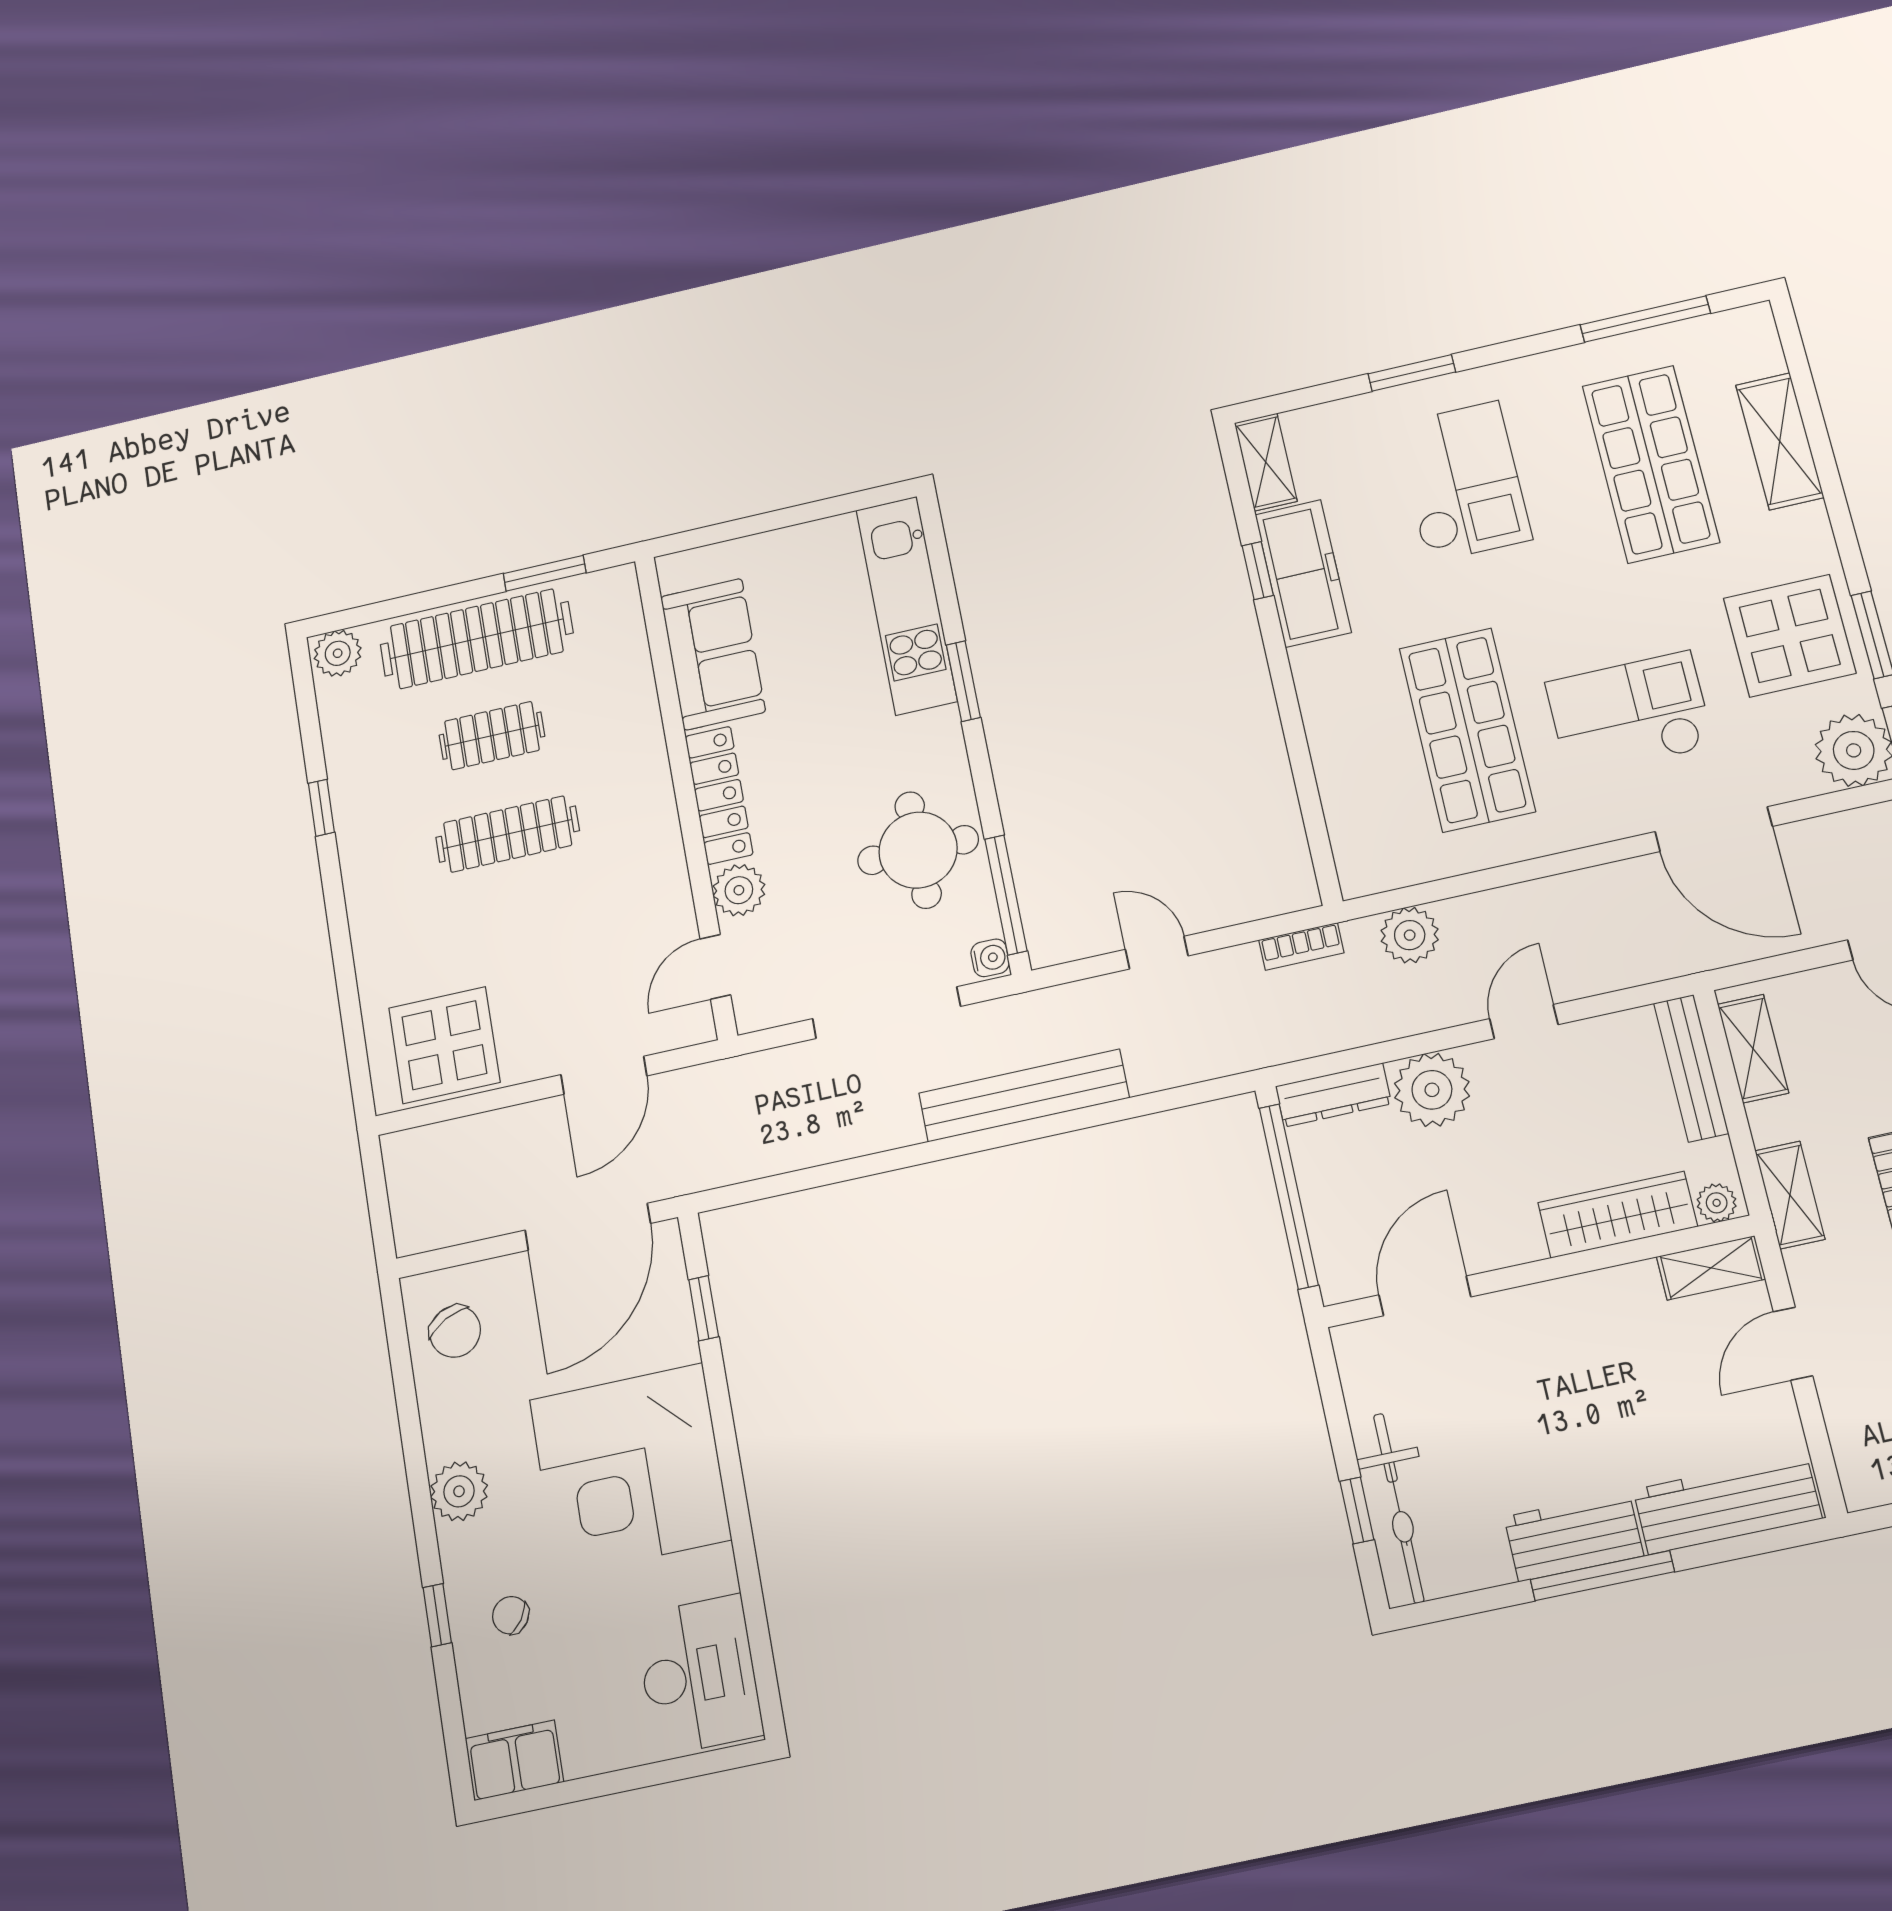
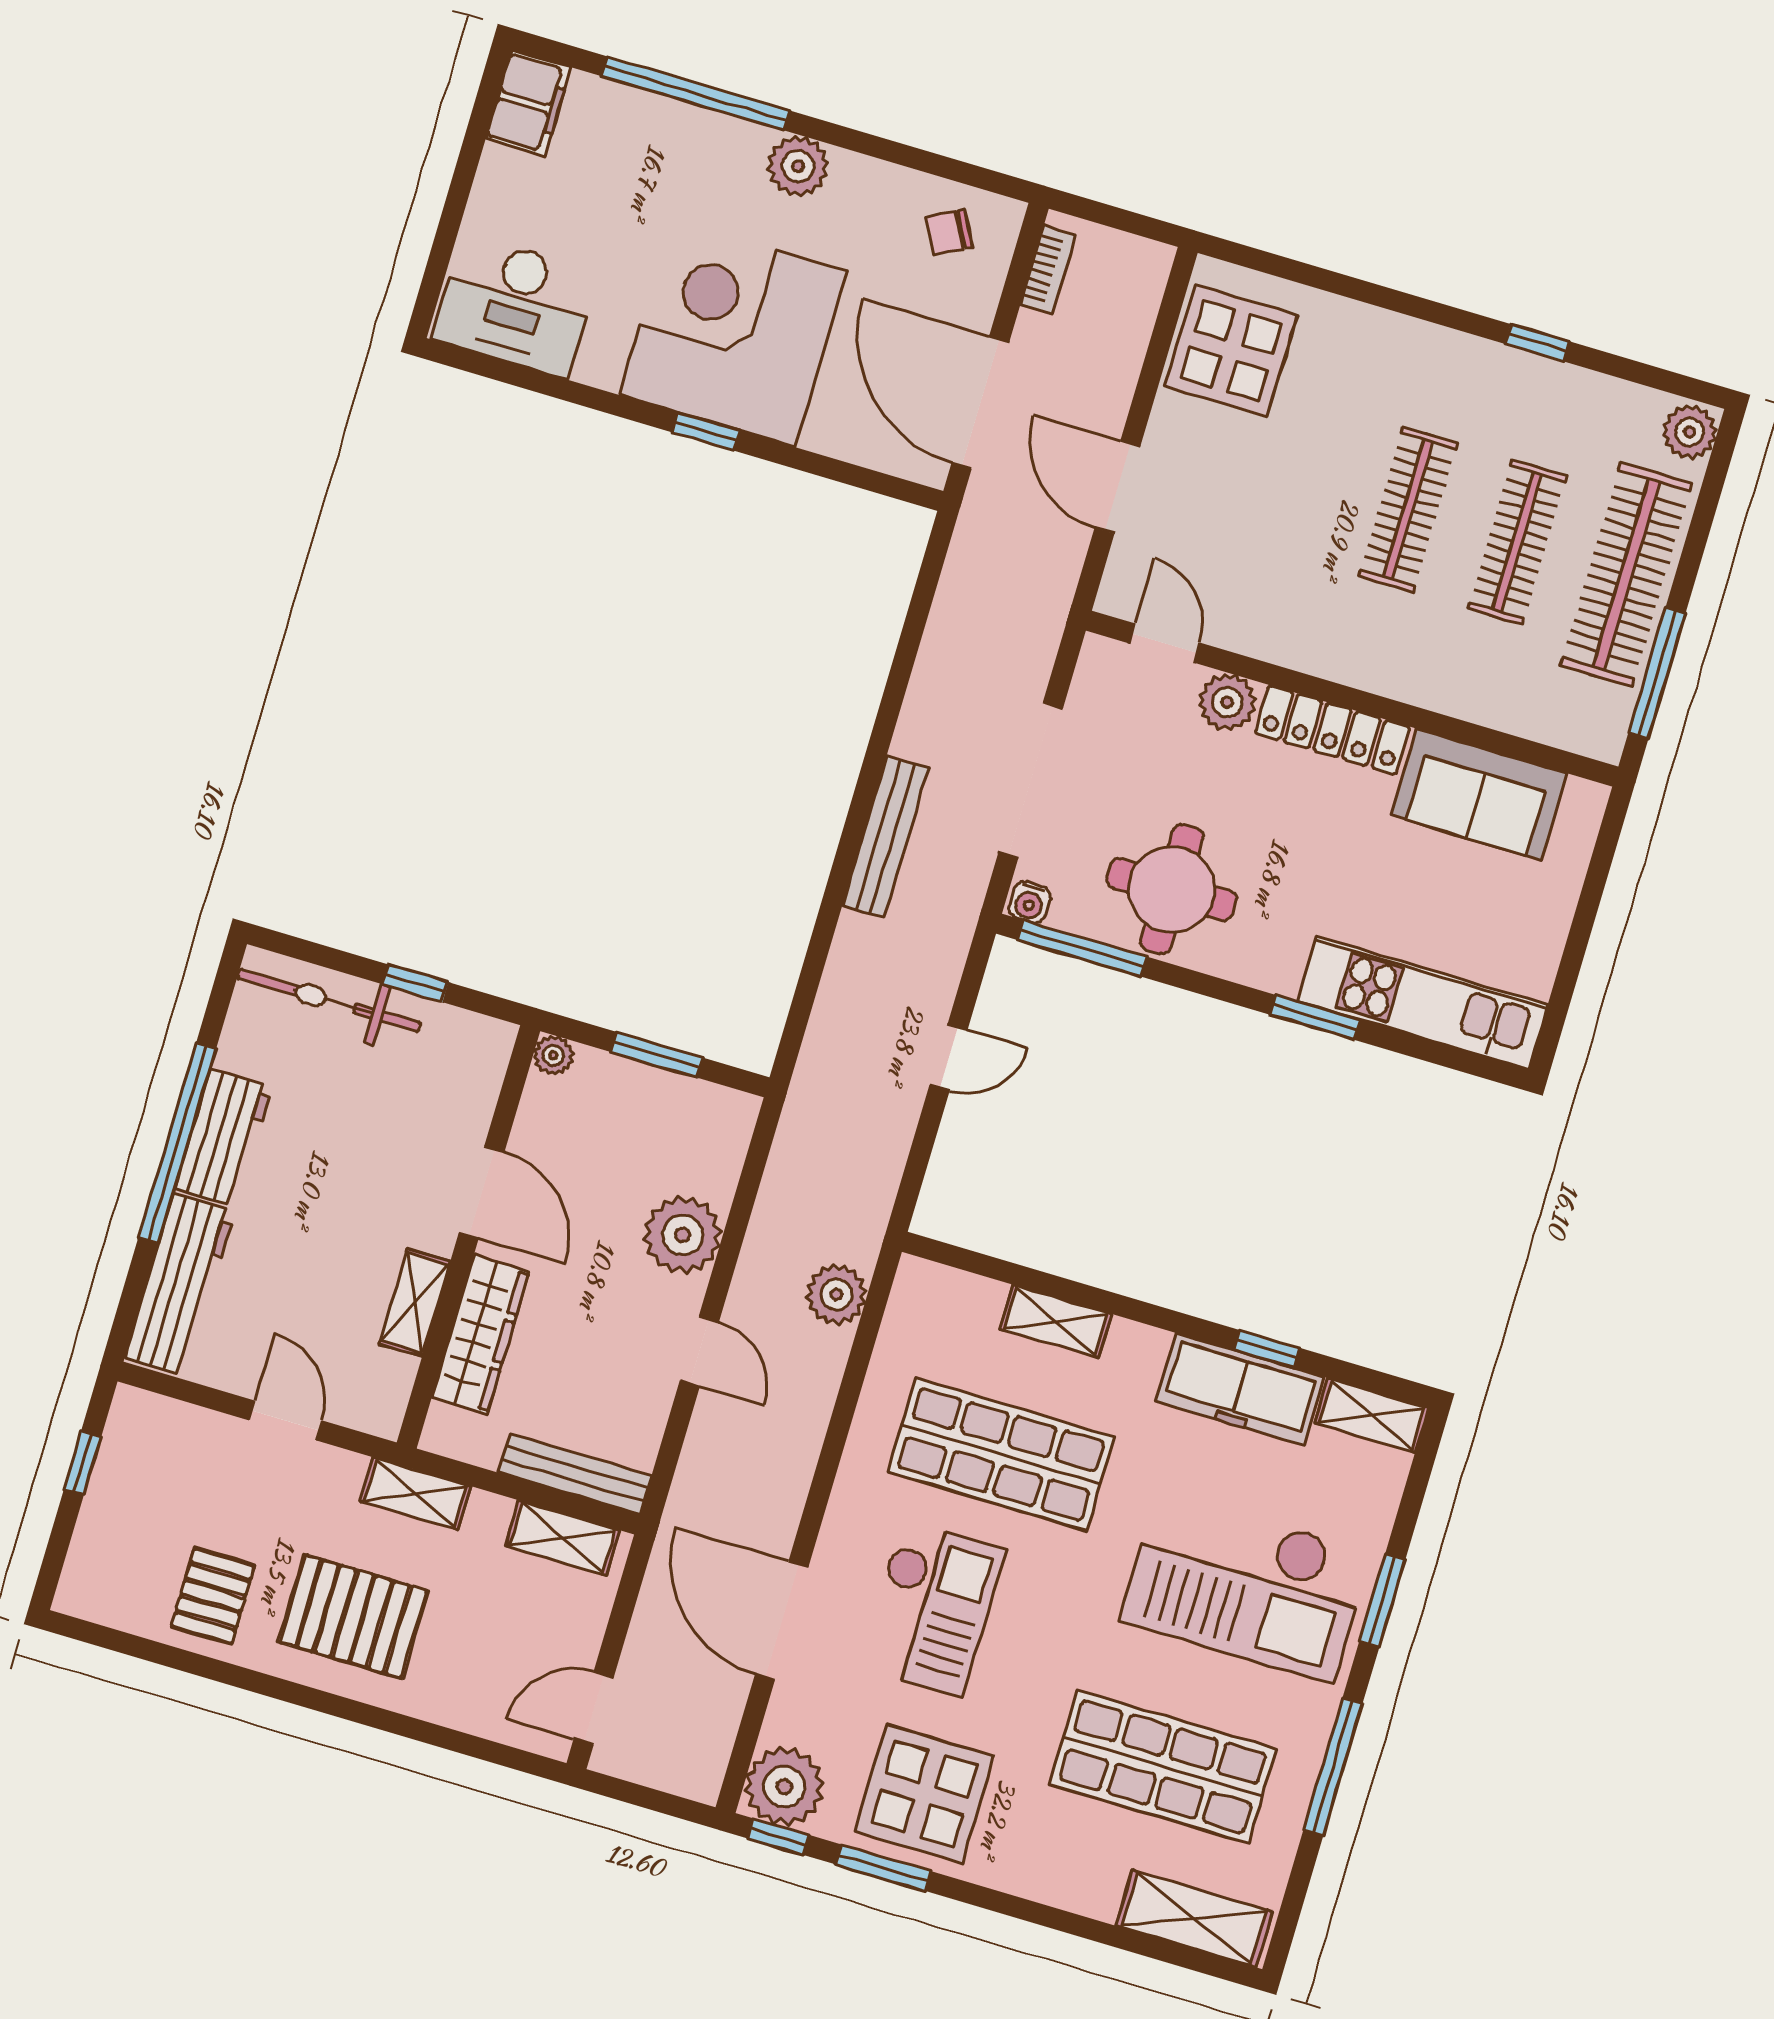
window: (1645, 319) -> (1333, 1766), moved
shelving: (1780, 441) -> (1194, 1919), moved
checkout: (1463, 482) -> (1246, 1586), width x1.36, depth x1.21
window: (545, 573) -> (1657, 673), width x1.44
clothes rail: (492, 736) -> (1517, 542), width x1.36
shelving: (1330, 747) -> (1056, 1321), added
door: (1714, 829) -> (782, 1620), hinge flipped
bookcase: (1301, 946) -> (1048, 270), moved, turned 180
bench: (1024, 1095) -> (885, 837), width x0.73, depth x0.82
dresser: (1333, 1095) -> (727, 1145), removed
window: (1289, 1196) -> (657, 1055), width x0.47
plant: (1717, 1203) -> (553, 1055), moved
shelving: (1711, 1268) -> (415, 1303), moved
door: (1425, 1296) -> (482, 1192), moved
window: (704, 1308) -> (706, 432), moved
chair: (455, 1331) -> (949, 232), width x0.73, depth x0.73
window: (1357, 1510) -> (415, 983), moved
window: (1602, 1576) -> (177, 1143), width x1.46
window: (437, 1615) -> (696, 93), width x3.17
chair: (511, 1615) -> (660, 161), removed

